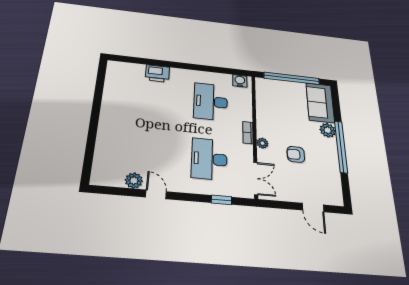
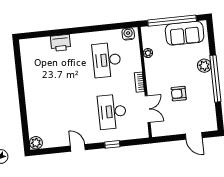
sofa: (320, 103) -> (185, 33), moved, turned -90
plant: (262, 143) -> (148, 53), moved
double door: (256, 178) -> (148, 109), moved
plant: (134, 181) -> (36, 143), moved
window: (222, 200) -> (112, 144), moved

